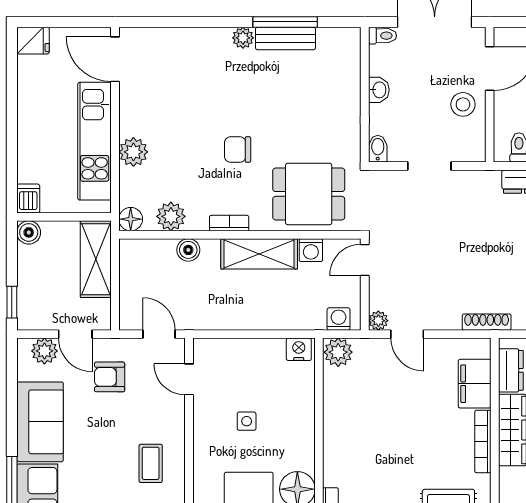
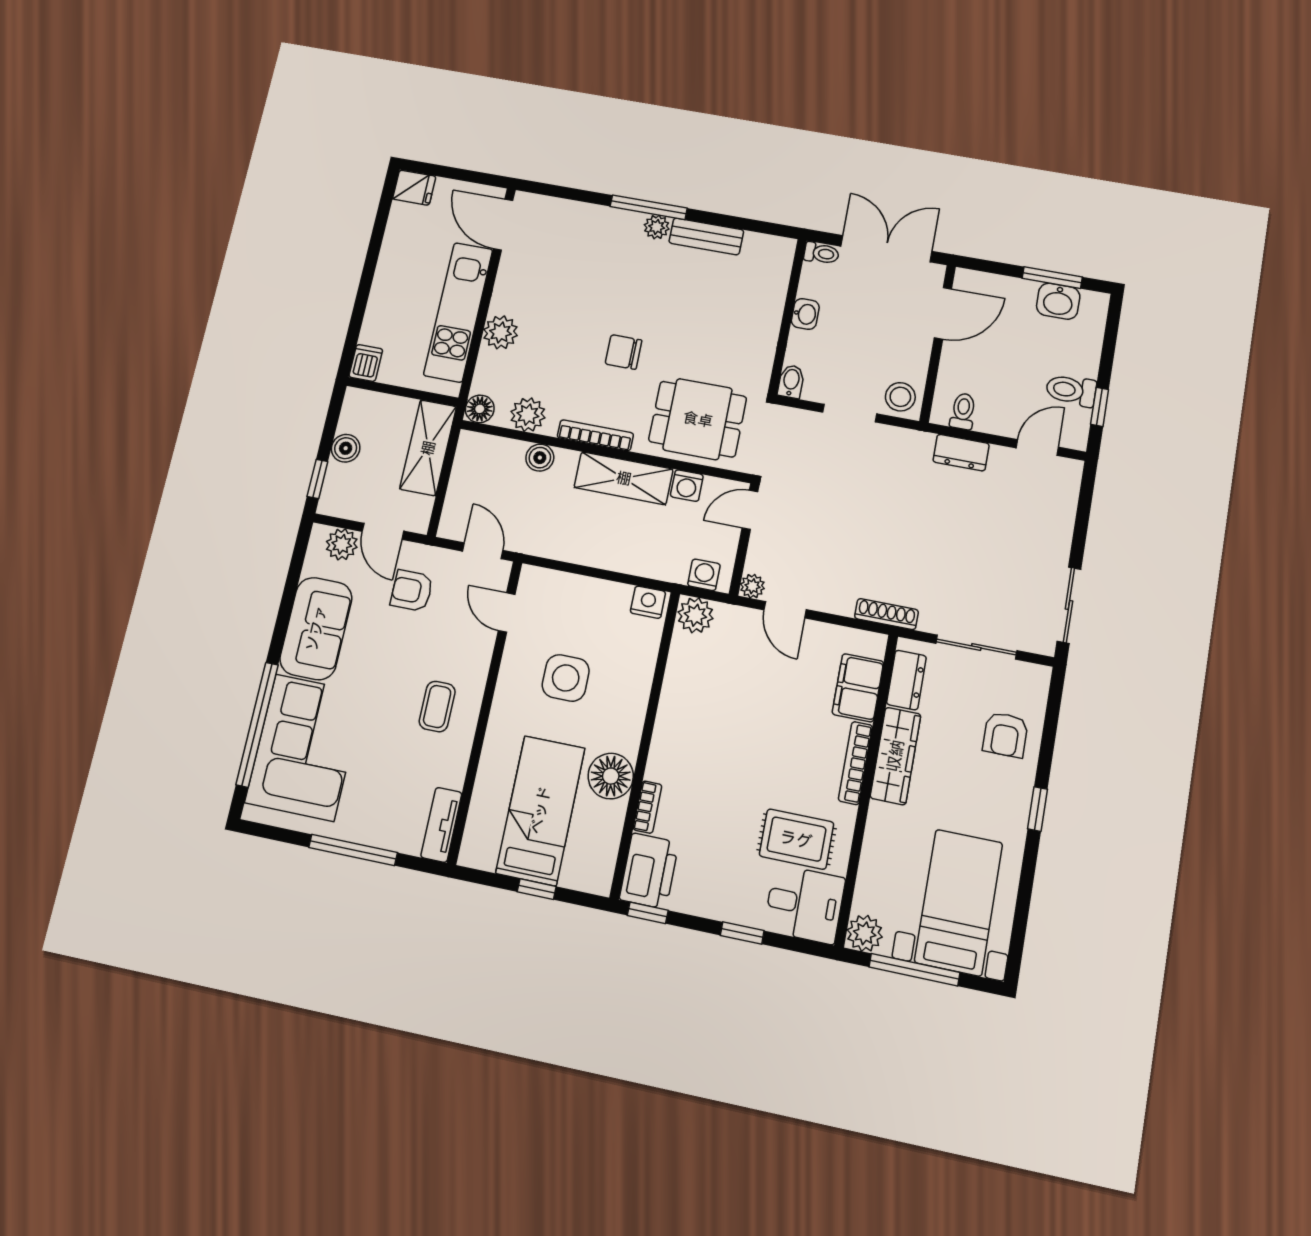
window: (285, 22) -> (649, 207), moved
stool: (463, 104) -> (900, 397), moved
bookcase: (229, 223) -> (595, 435), width x1.56
boiler: (29, 232) -> (346, 448), moved
side table: (247, 421) -> (566, 678), width x1.87, depth x1.87

